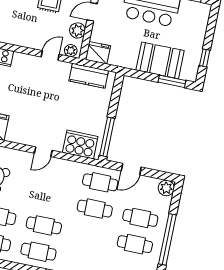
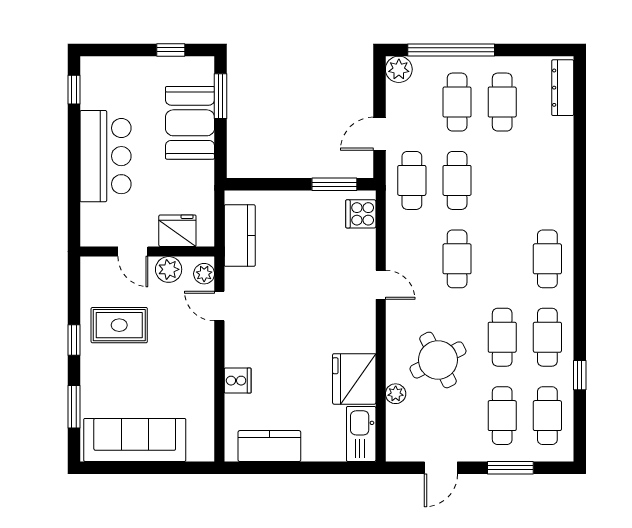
fridge: (98, 53) -> (177, 231), moved, turned 90
window: (107, 137) -> (334, 184), width x0.69
cooker: (80, 145) -> (361, 214), width x0.53, depth x0.76
door: (131, 169) -> (379, 134), swing flipped
cafe table: (44, 225) -> (457, 259), moved
window: (167, 239) -> (451, 50), moved

